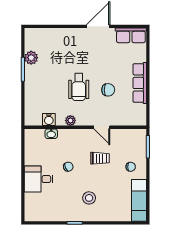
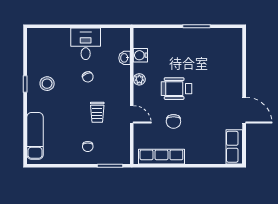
plant: (31, 58) -> (209, 36), removed
row of seats: (140, 83) -> (161, 157), moved
door: (102, 127) -> (132, 114), swing flipped
desk: (39, 179) -> (86, 44), moved
stool: (89, 198) -> (47, 84), moved
exam couch: (139, 200) -> (35, 136), moved, turned 90

